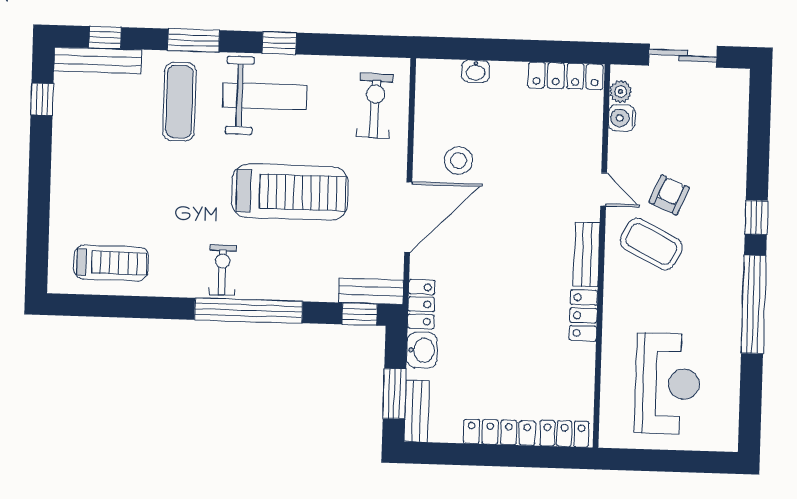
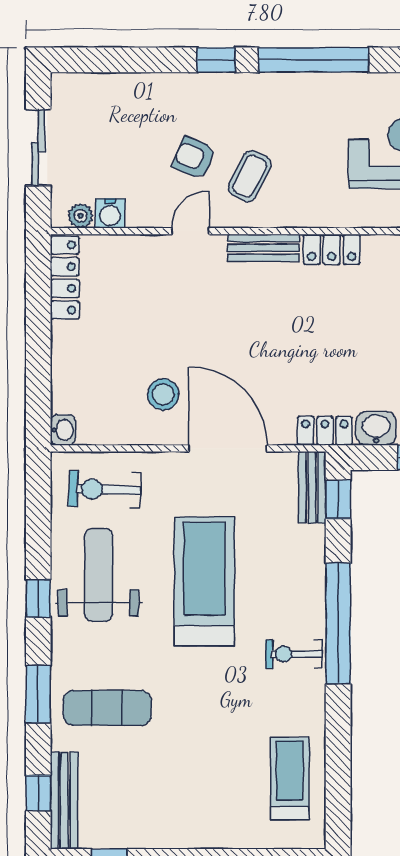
washbasin: (476, 71) -> (63, 430), moved
weight bench: (265, 96) -> (99, 575), moved
coffee table: (651, 244) -> (250, 176), width x0.73, depth x0.77

